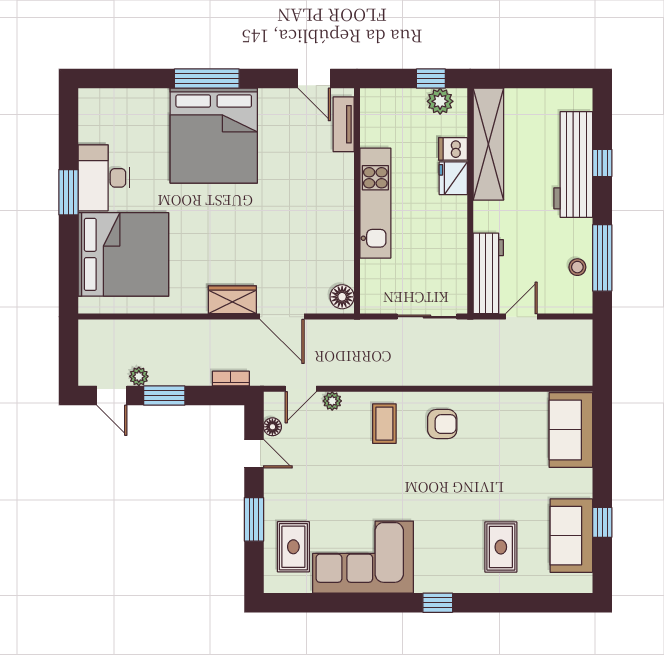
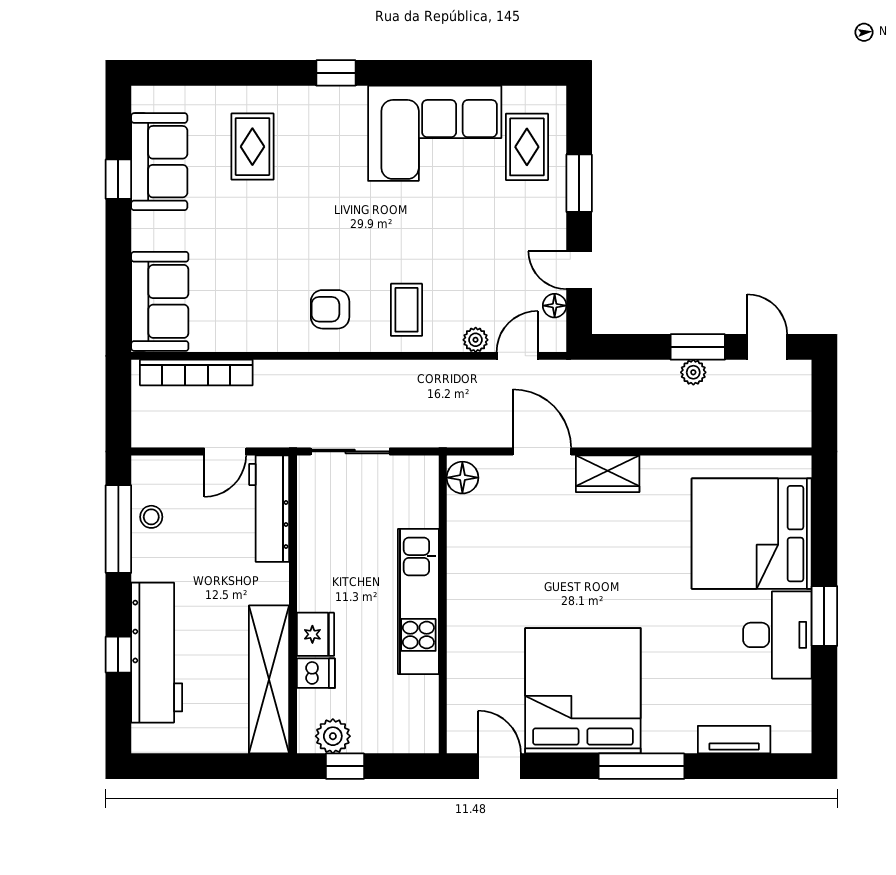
tv unit: (344, 124) -> (734, 740), moved, turned -90
bed: (214, 136) -> (583, 691), moved
plant: (139, 376) -> (693, 372), moved
bookcase: (231, 379) -> (196, 372), moved, width x2.31, depth x1.31

